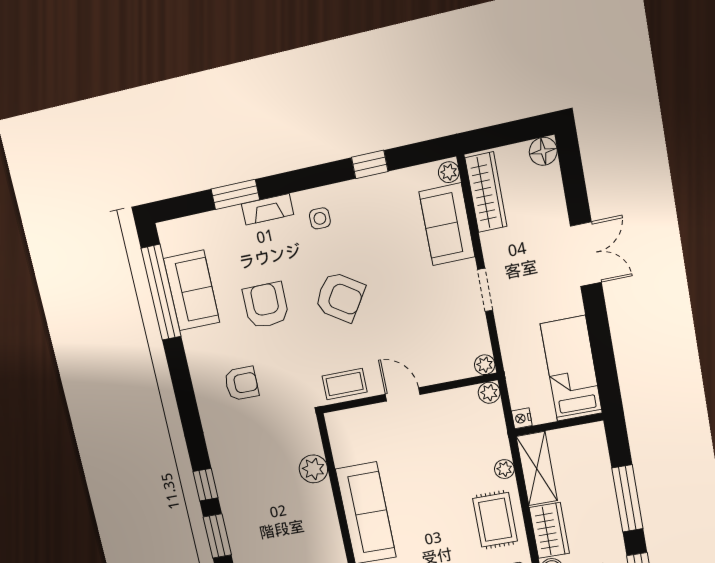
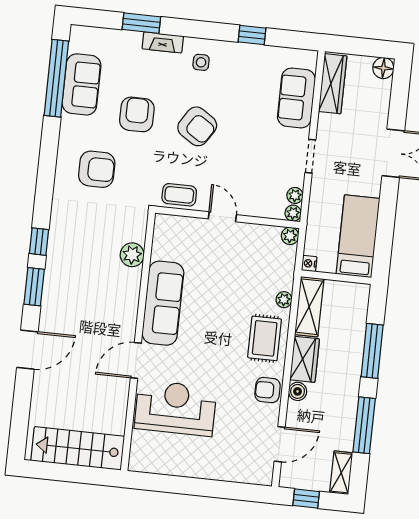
plant: (449, 172) -> (295, 195), moved
armchair: (241, 383) -> (97, 169), width x1.38, depth x1.38

